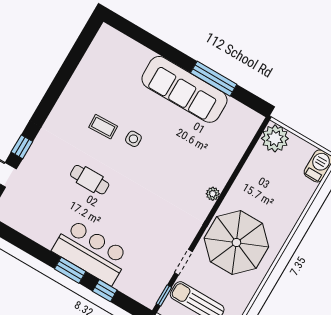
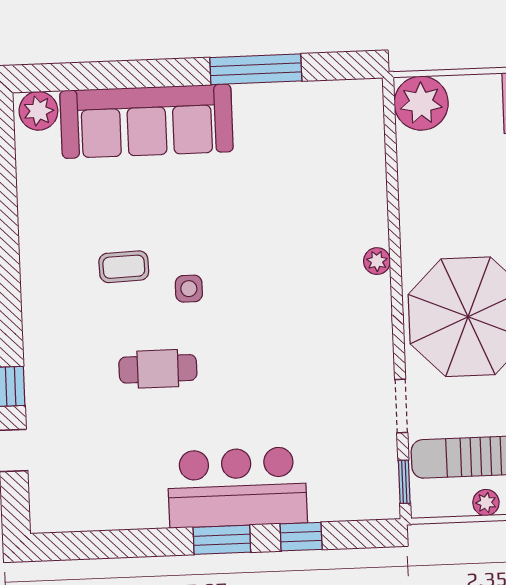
plant: (109, 37) -> (38, 111), added
sofa: (184, 89) -> (147, 121), moved
side table: (133, 139) -> (189, 289), moved

